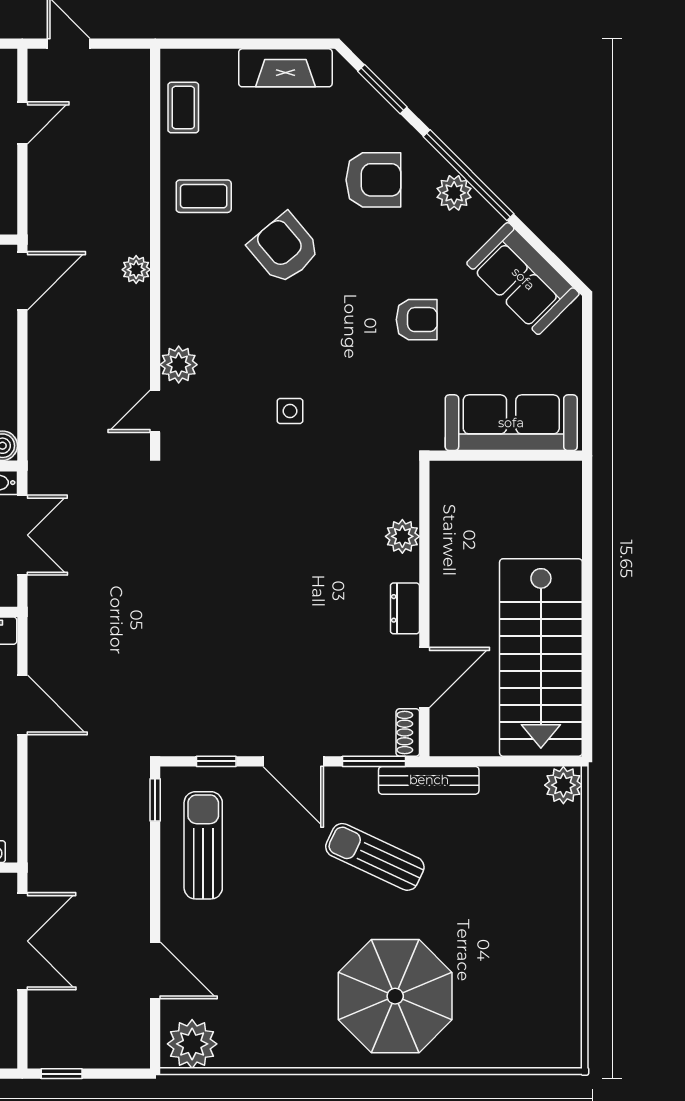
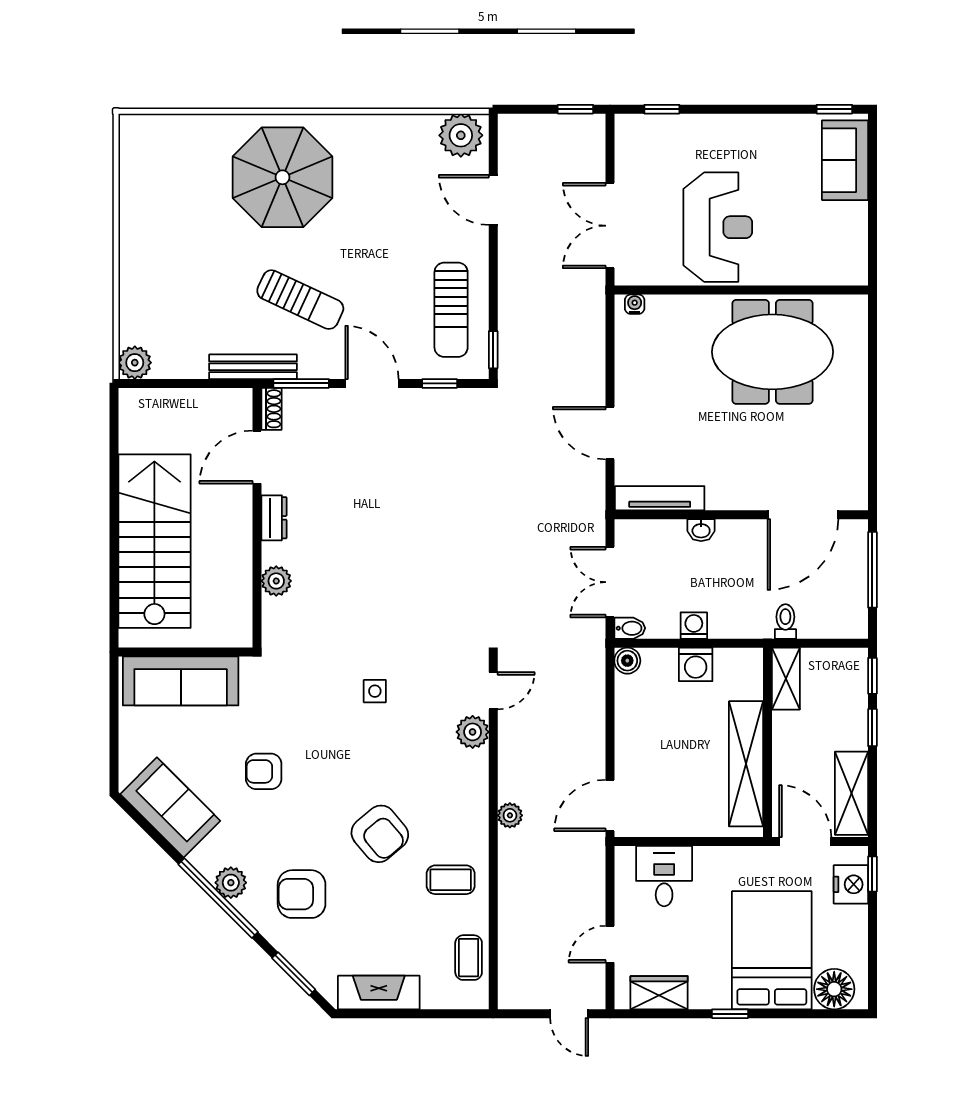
stairs: (541, 657) -> (154, 541), moved

